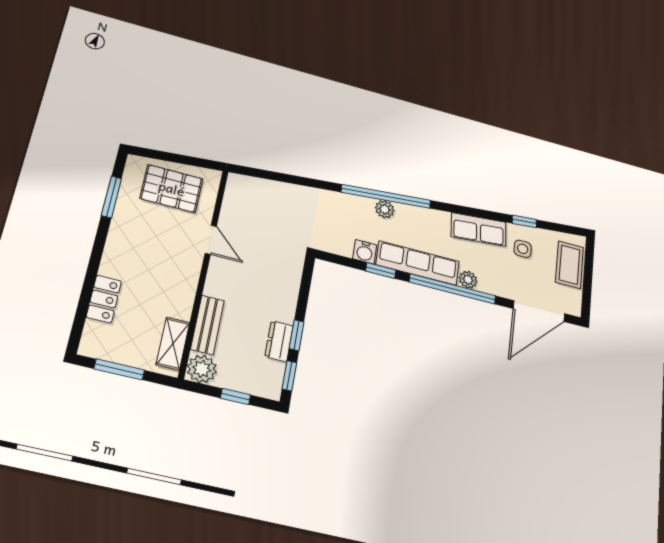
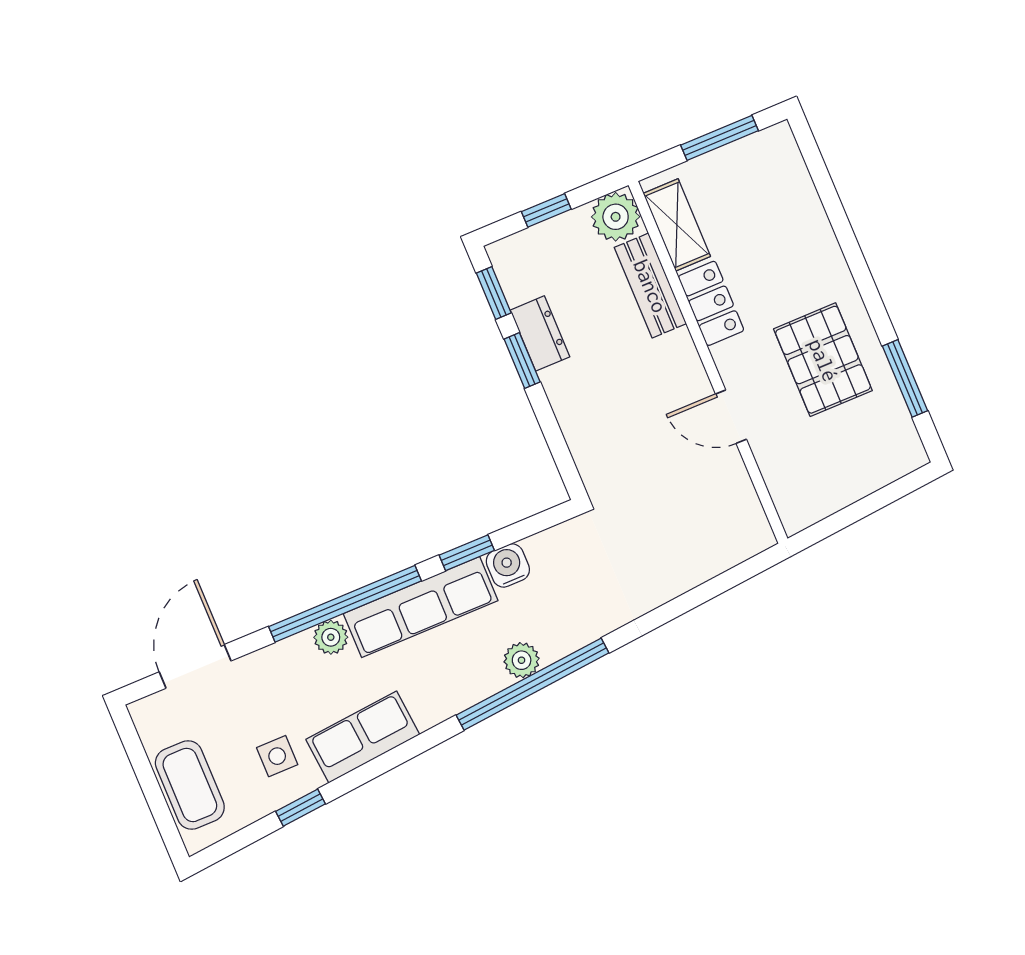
pallet: (172, 189) -> (823, 360), moved, turned 90
locker: (104, 299) -> (711, 303), moved, turned 180
door: (539, 311) -> (195, 666), width x0.73

